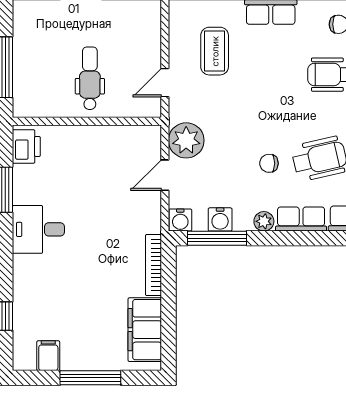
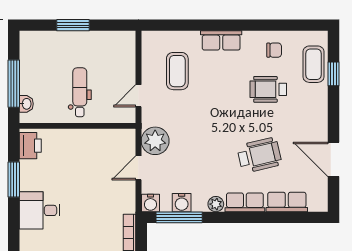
washbasin: (21, 93) -> (26, 104), added
chair: (269, 163) -> (220, 159), removed

